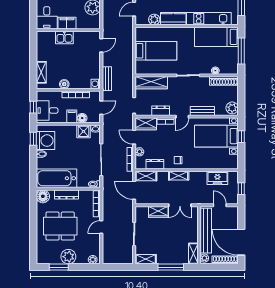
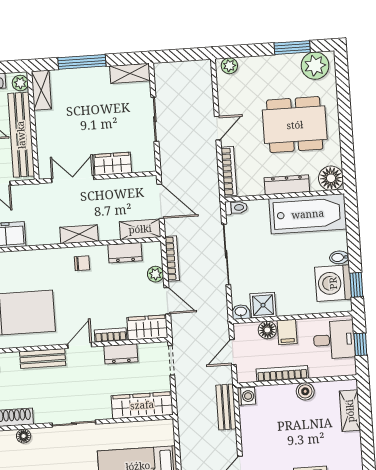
plant: (68, 257) -> (315, 66), moved

